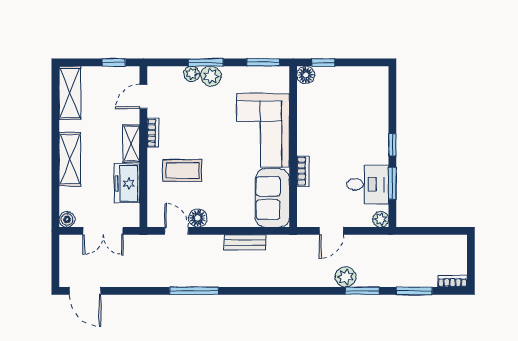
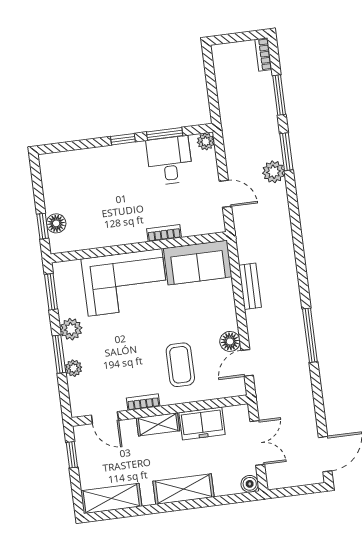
floor lamp: (306, 75) -> (56, 223), moved
plant: (211, 76) -> (71, 329), moved

